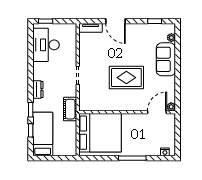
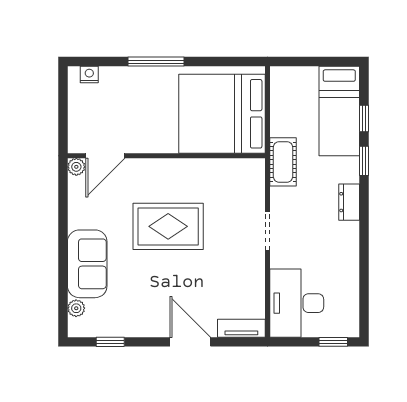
desk: (46, 45) -> (297, 303), moved, turned 180

